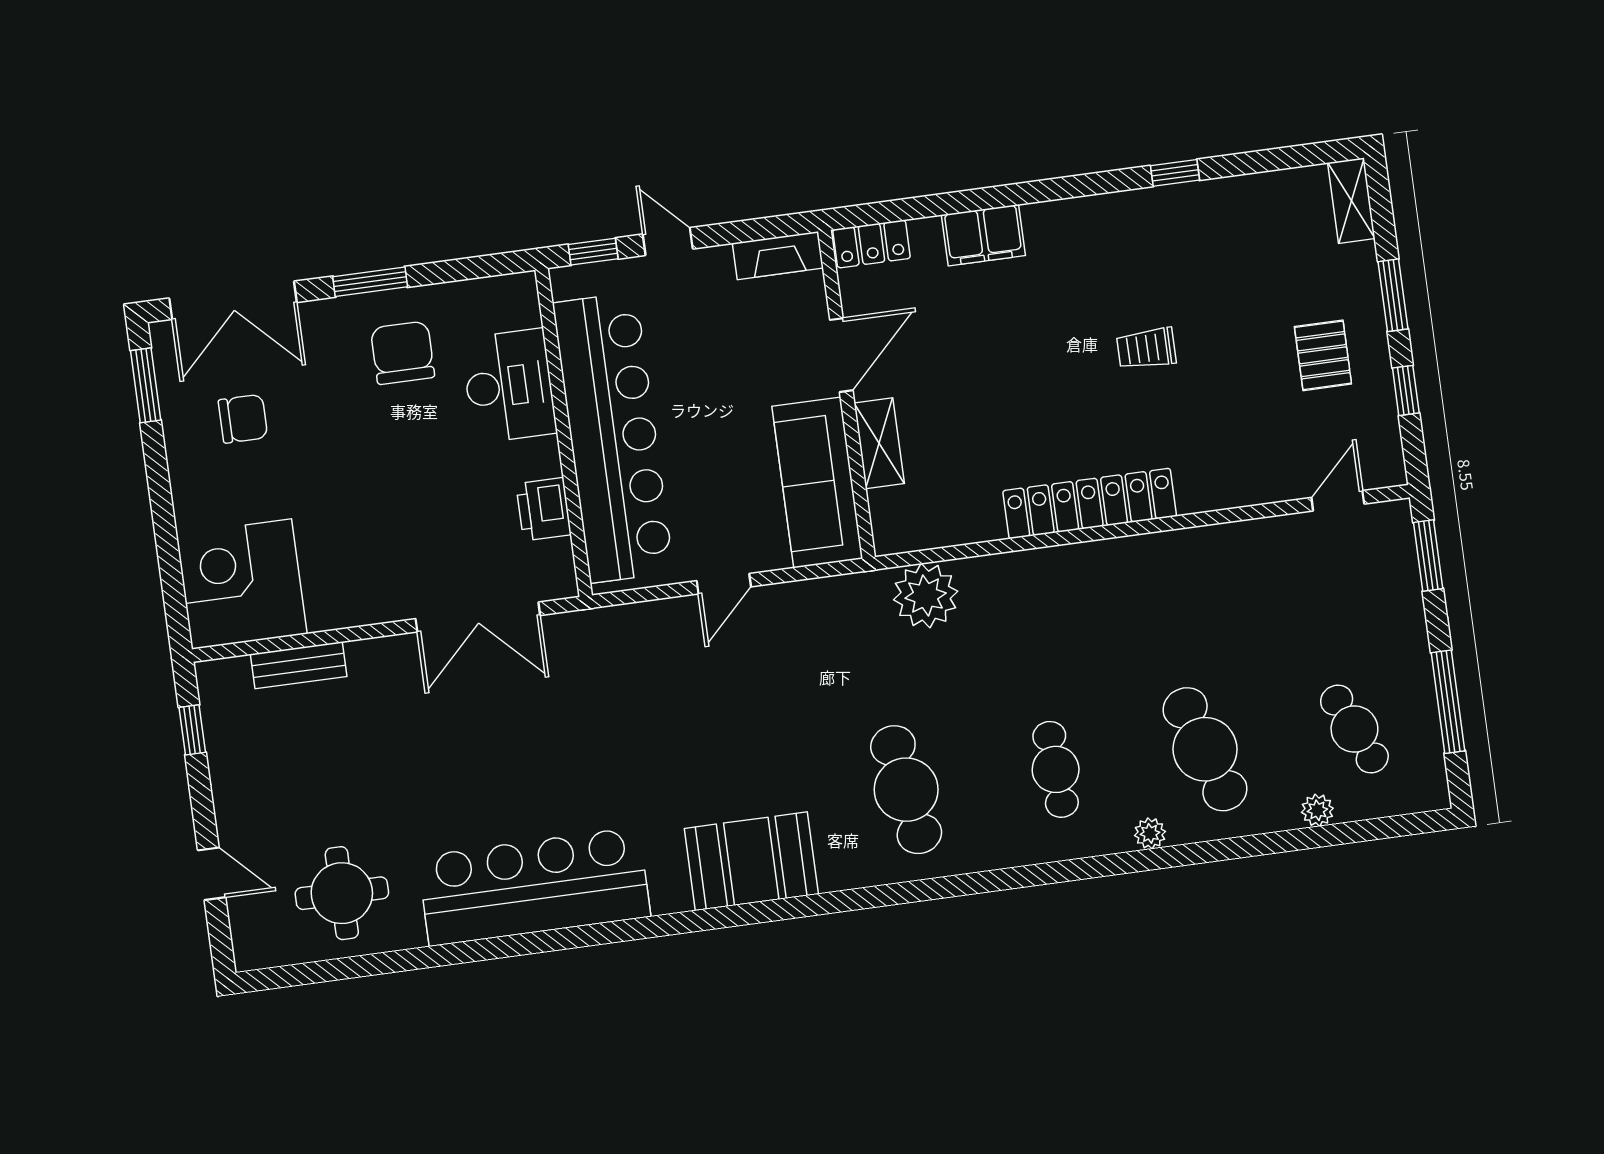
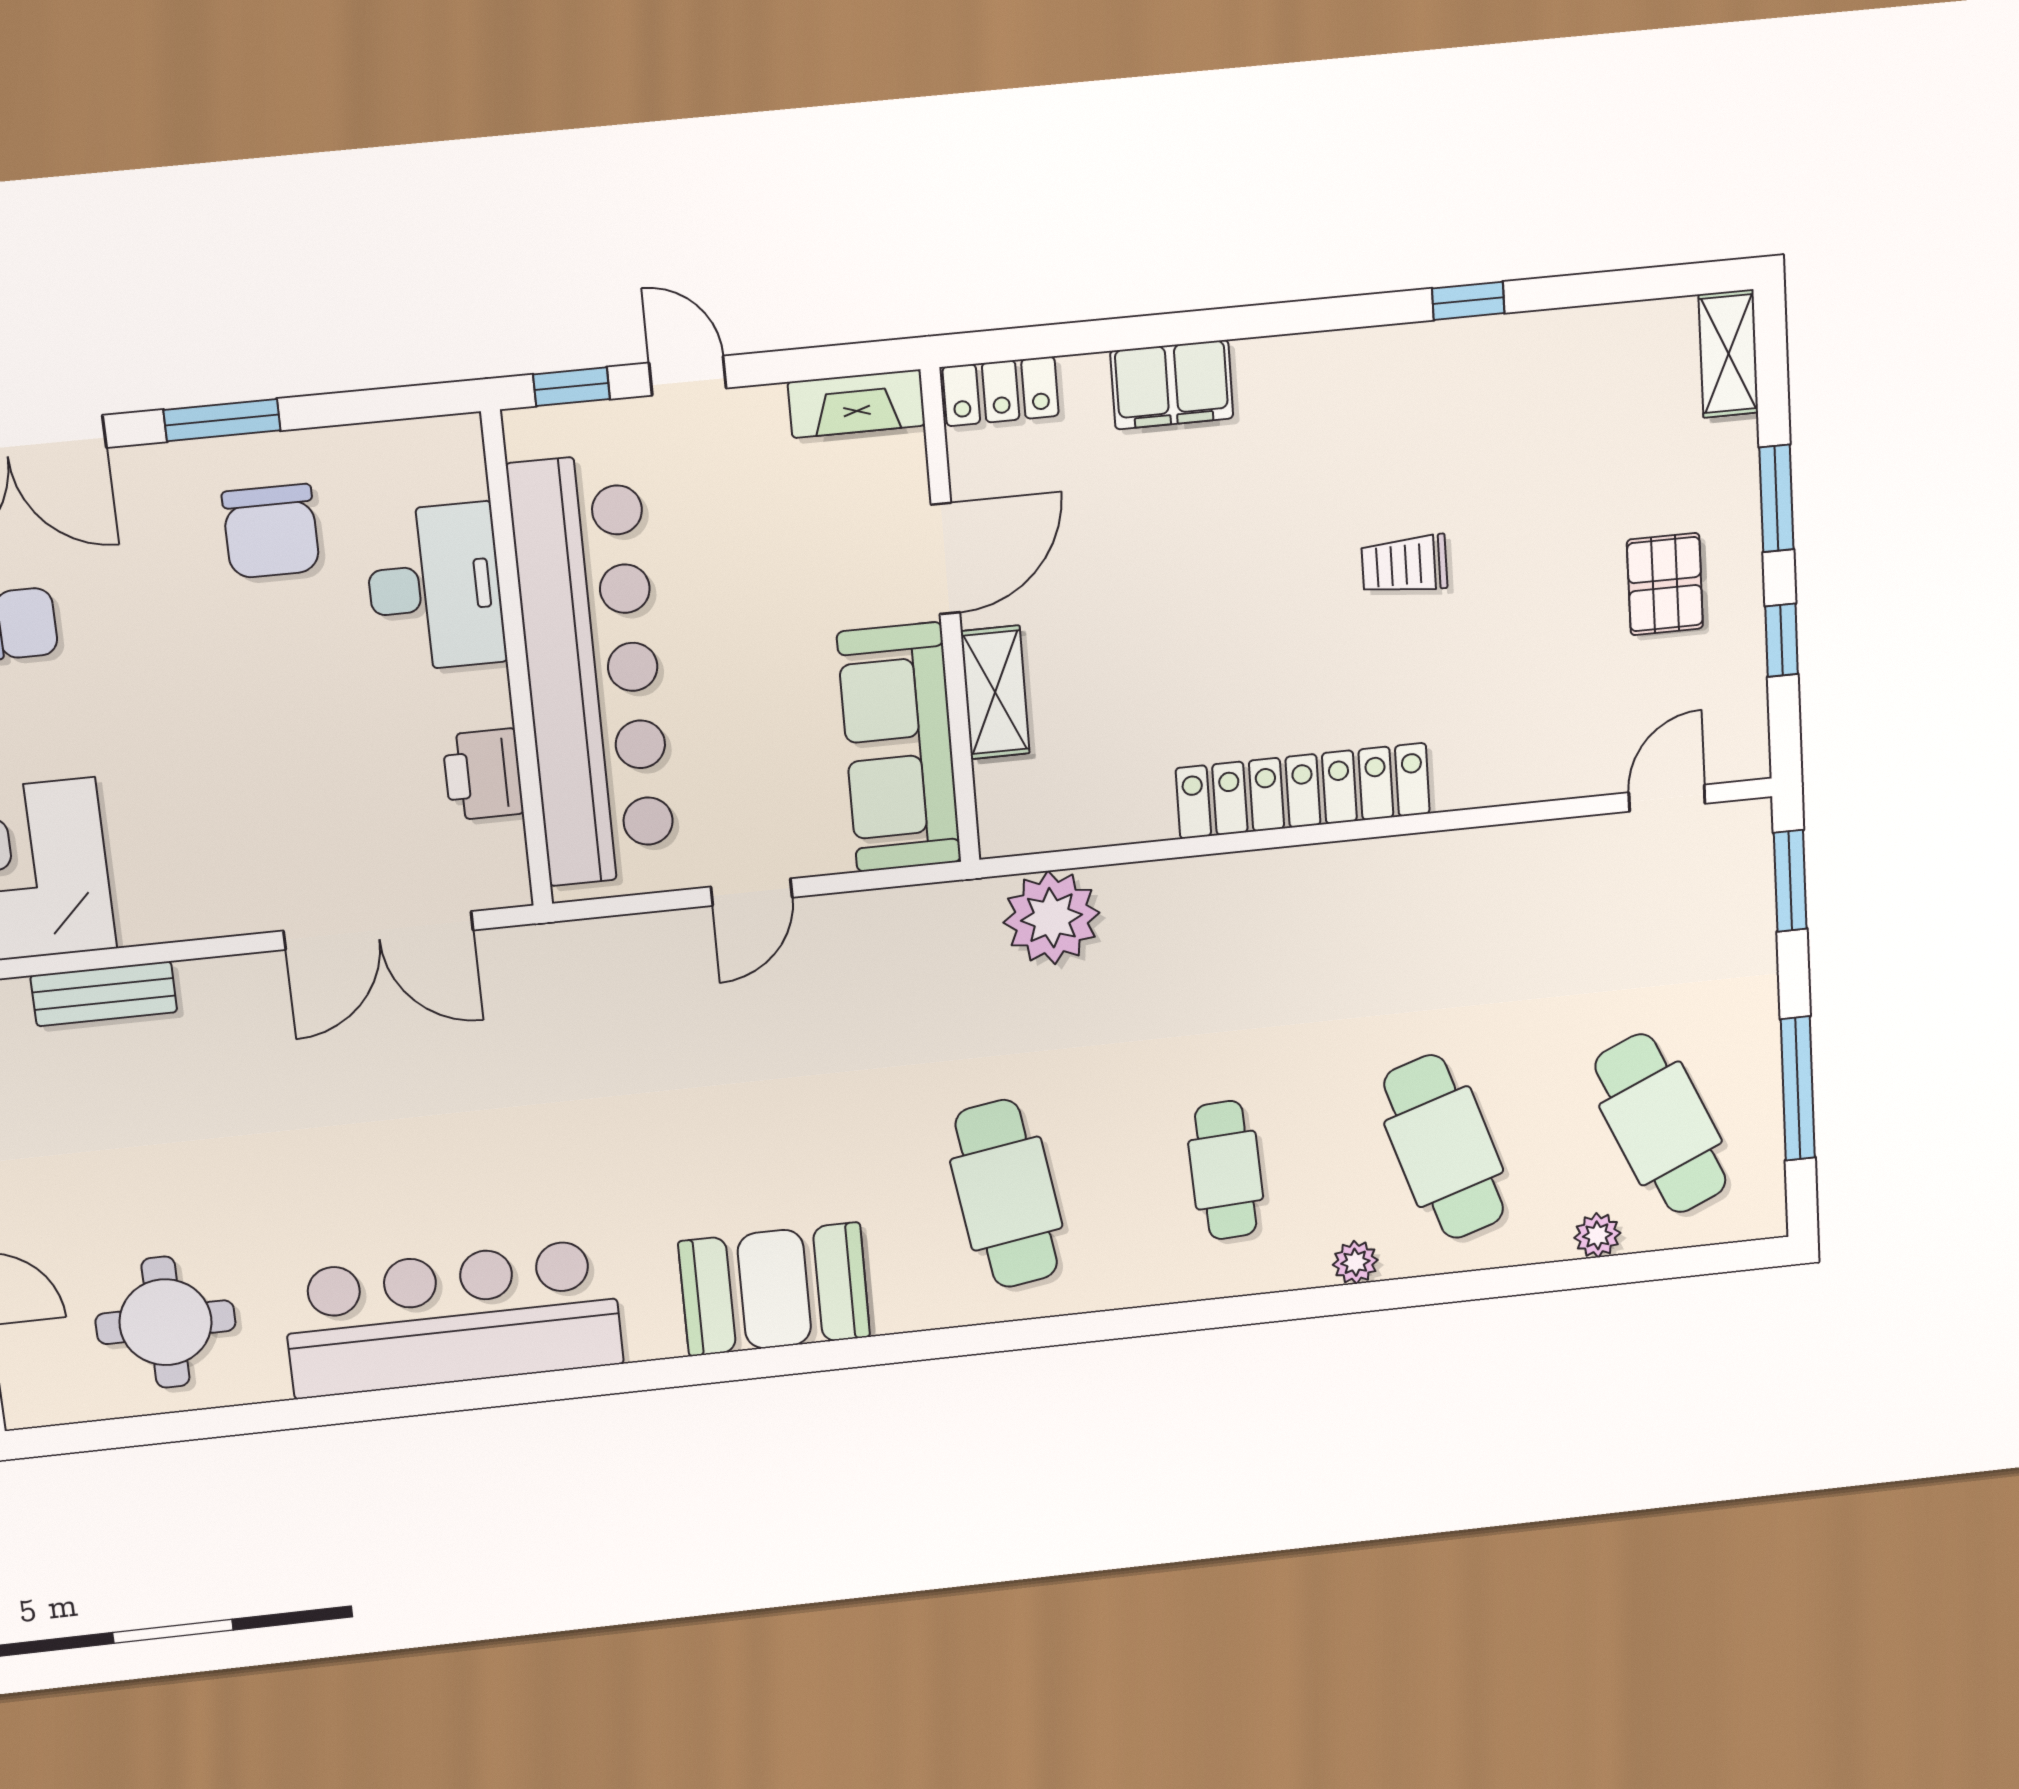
chair: (403, 353) -> (271, 531), turned 180
cafe table: (1354, 729) -> (1661, 1124), width x1.37, depth x1.35

